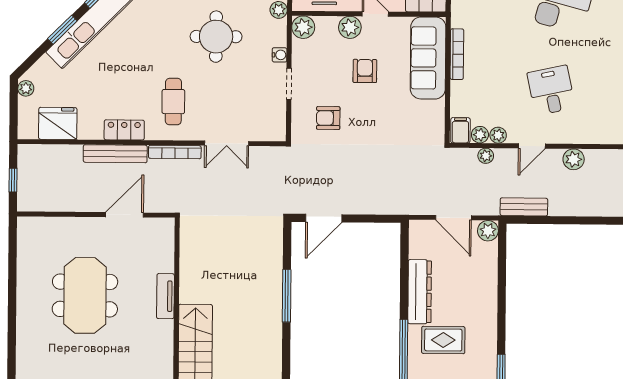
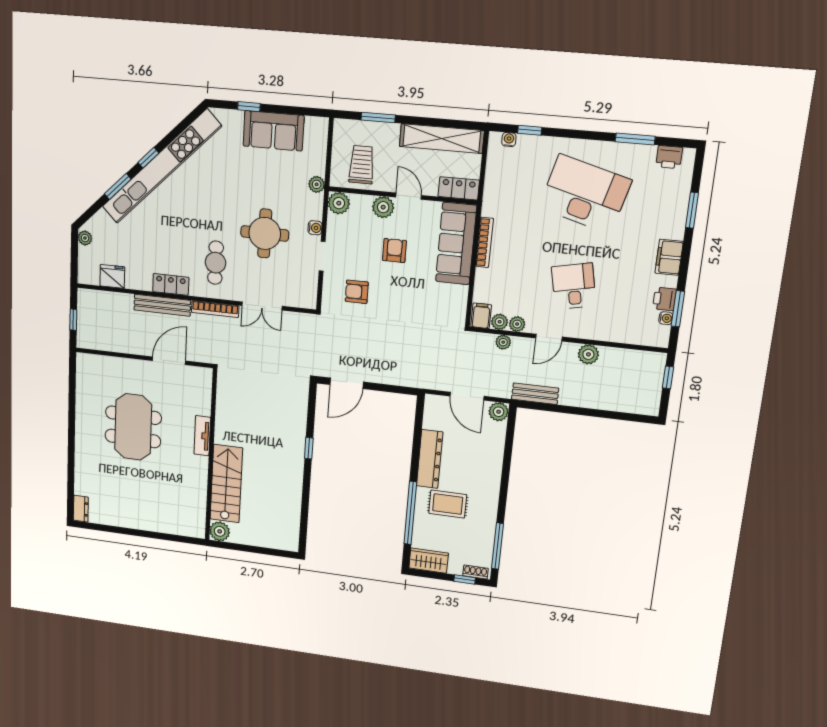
round table: (216, 37) -> (265, 233), moved
fridge: (58, 123) -> (112, 276), width x0.73, depth x0.75
window: (287, 296) -> (309, 448), width x0.46

